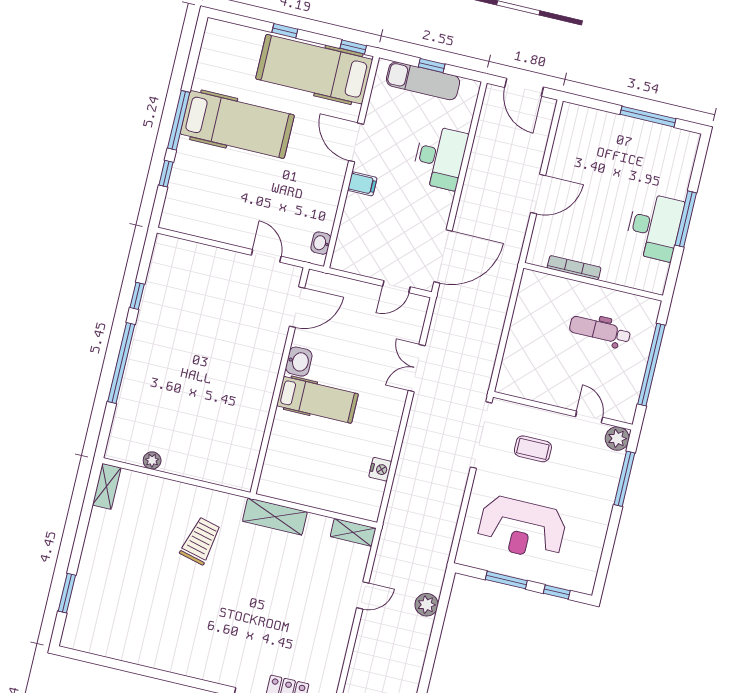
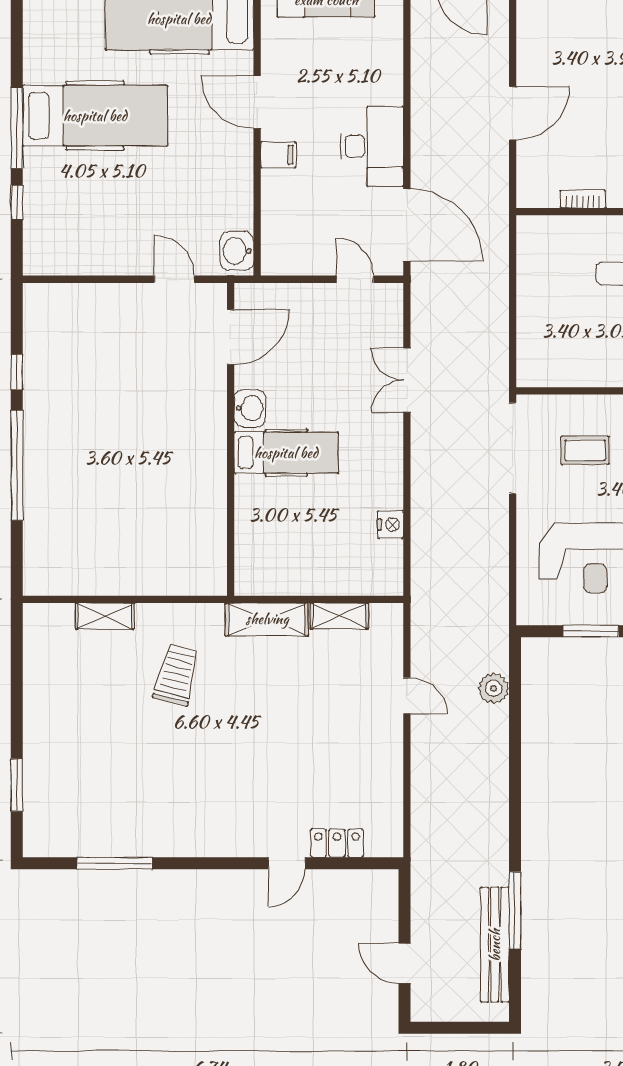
desk: (440, 157) -> (372, 146), moved
washbasin: (321, 243) -> (237, 251), width x1.38, depth x1.45
door: (443, 256) -> (407, 225), hinge flipped
bookcase: (574, 268) -> (583, 199), width x0.64
door: (396, 287) -> (355, 279), swing flipped
plant: (152, 460) -> (88, 584), removed
shelving: (107, 486) -> (105, 616), moved, turned 90
shelving: (353, 532) -> (339, 616), moved
door: (363, 595) -> (407, 696), hinge flipped
window: (124, 666) -> (115, 863), added

